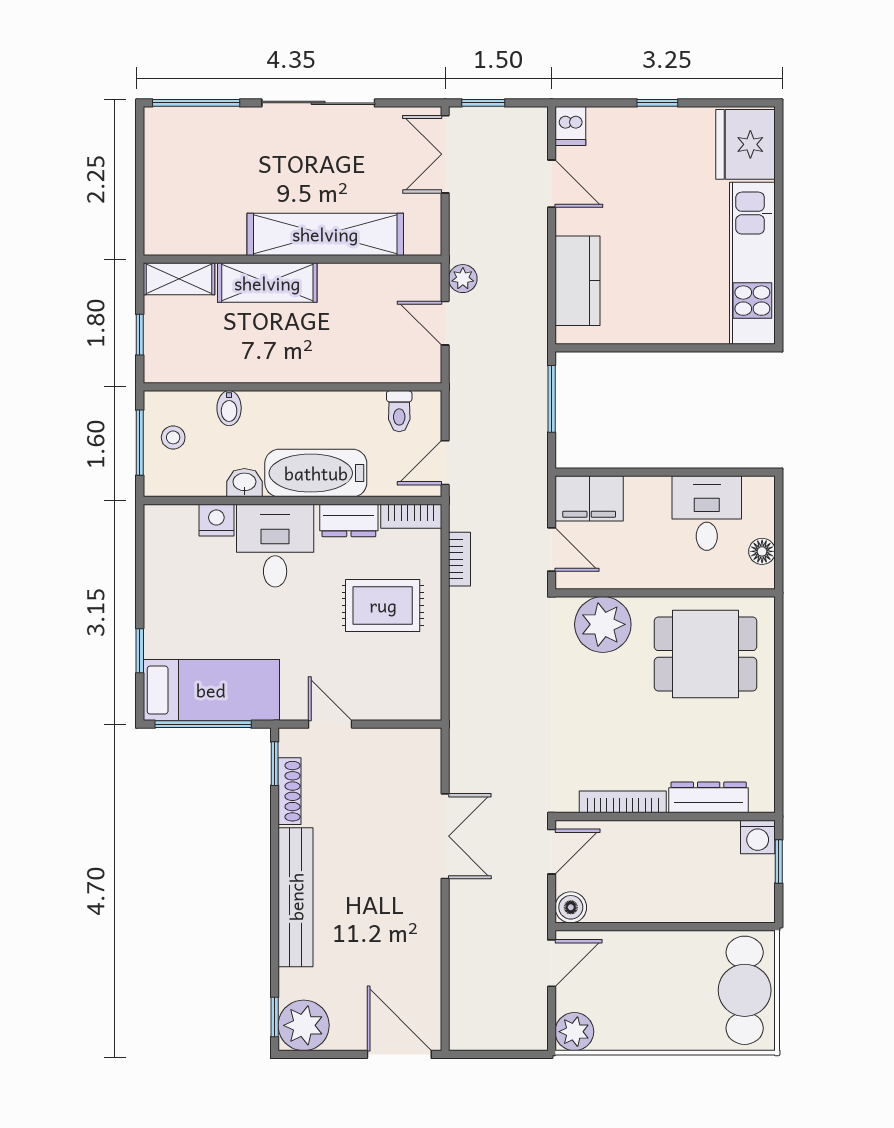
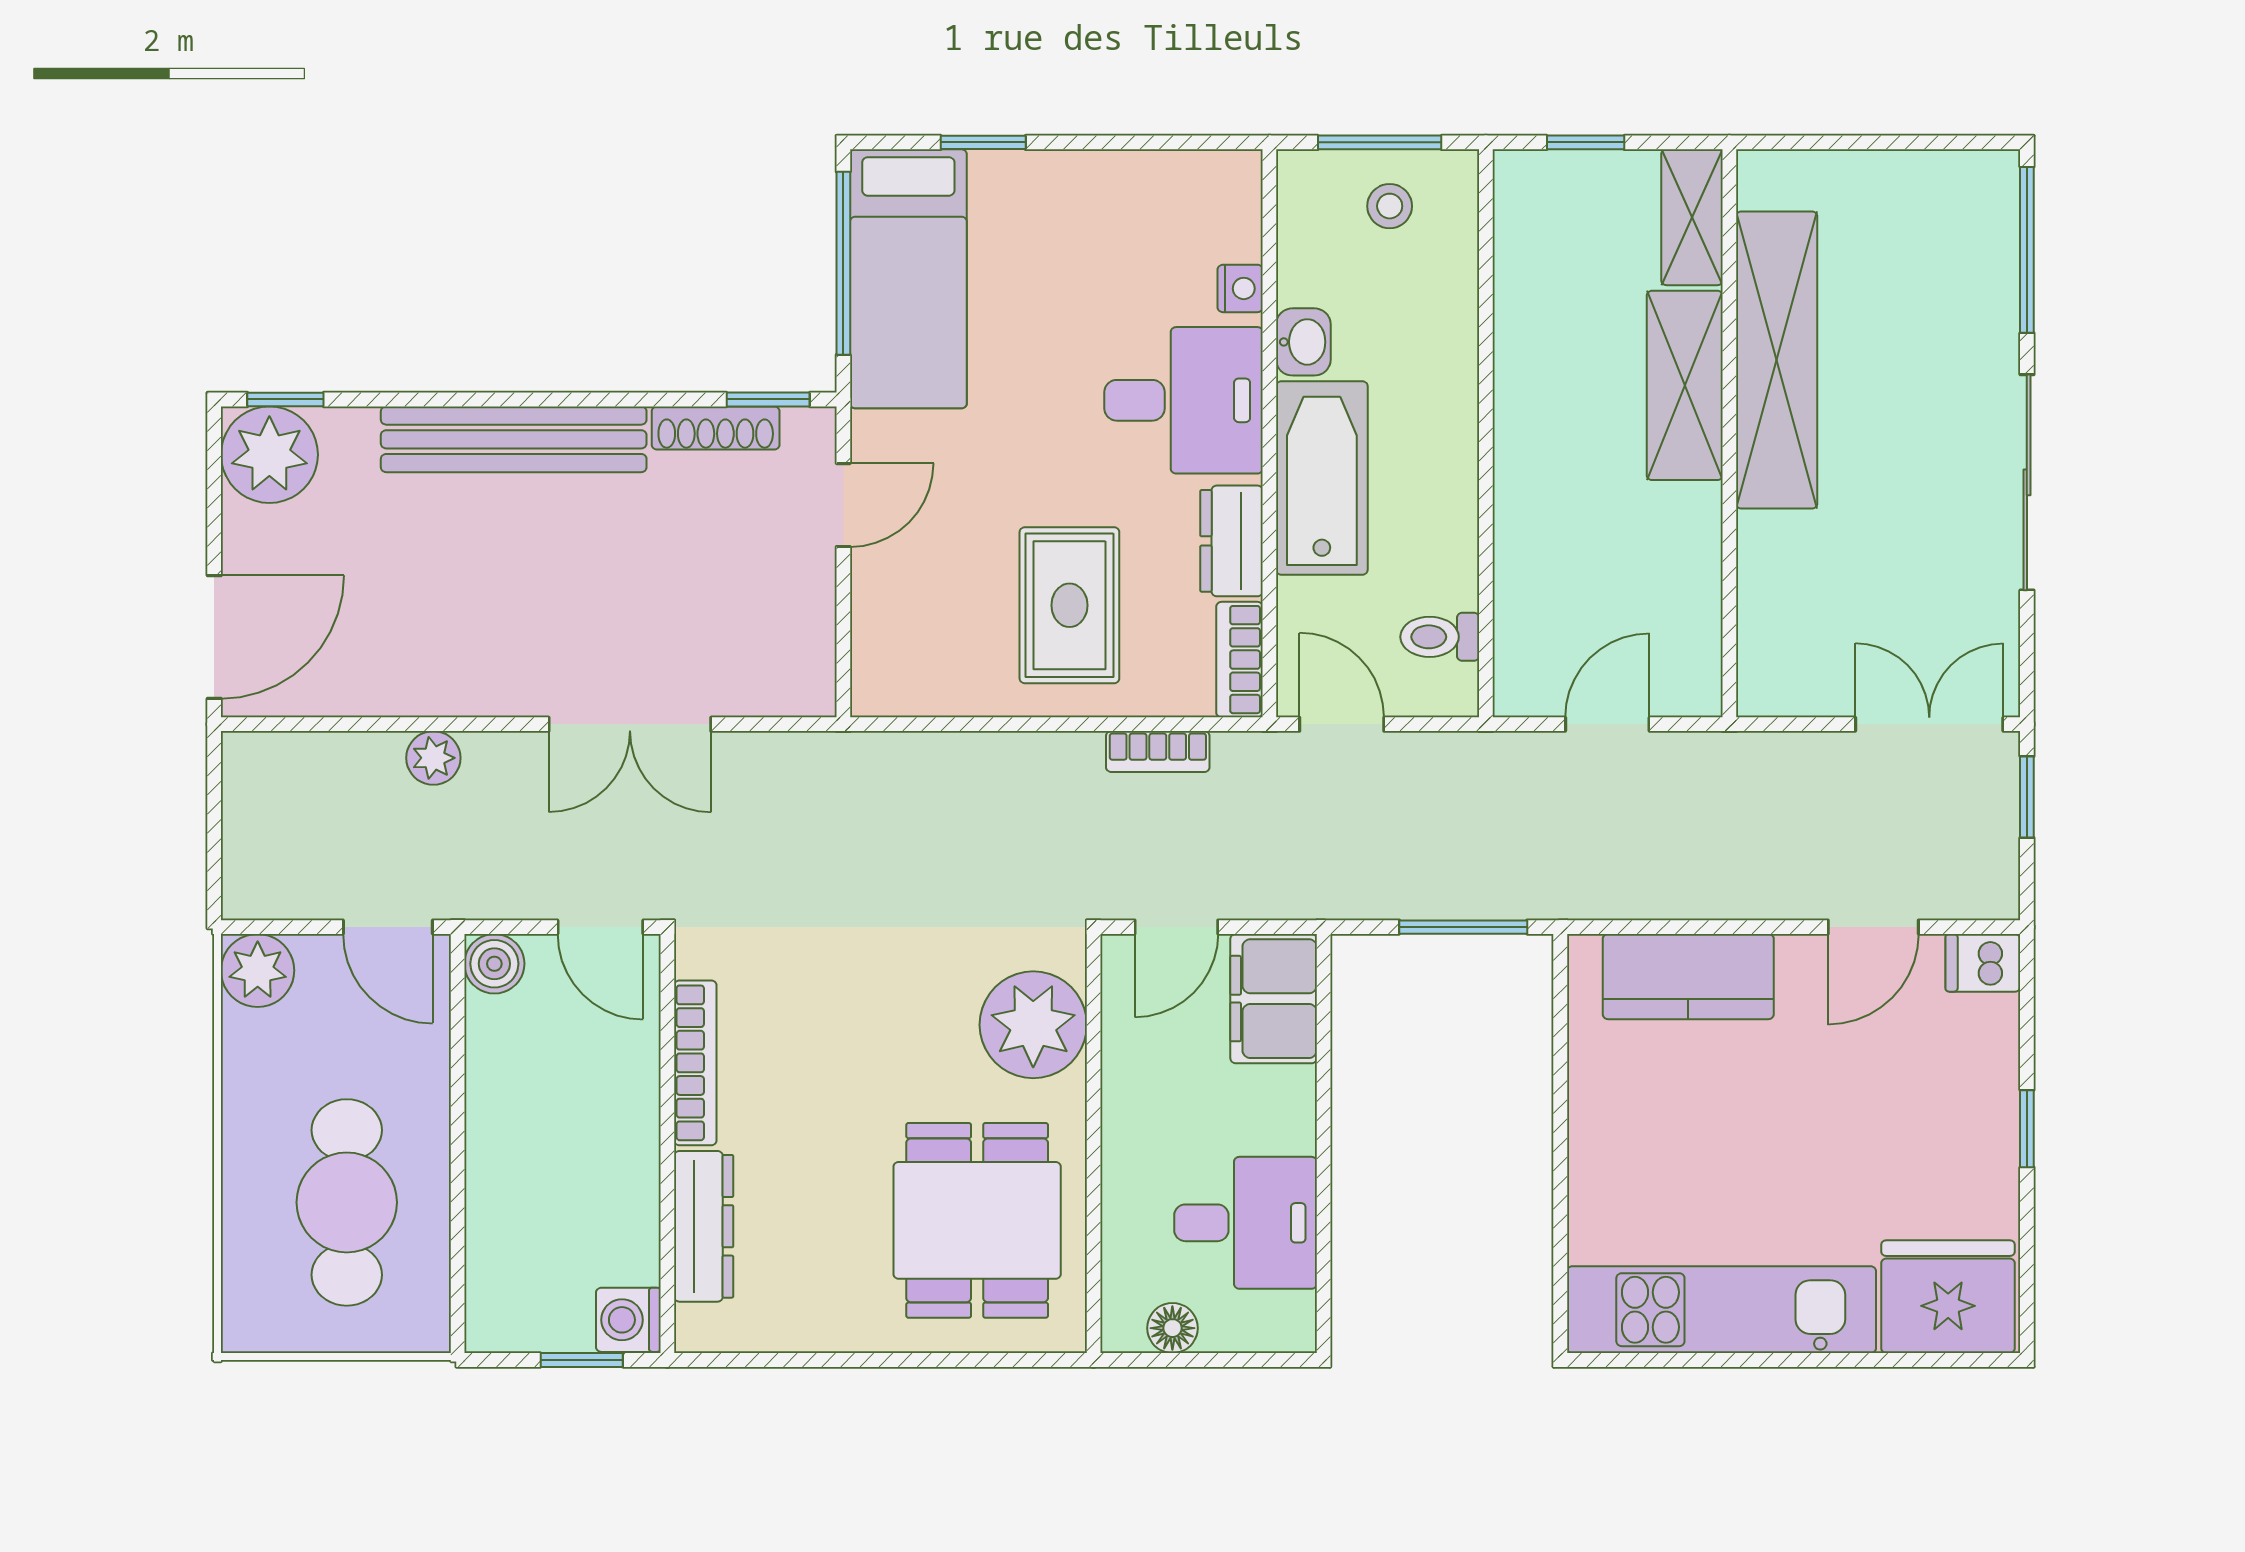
shelving: (325, 234) -> (1777, 360), moved
plant: (463, 279) -> (433, 758), moved
bidet: (229, 408) -> (1445, 313), removed
nightstand: (216, 520) -> (1240, 288), width x0.72, depth x0.74
cafe table: (745, 990) -> (347, 1202), moved, turned 90

